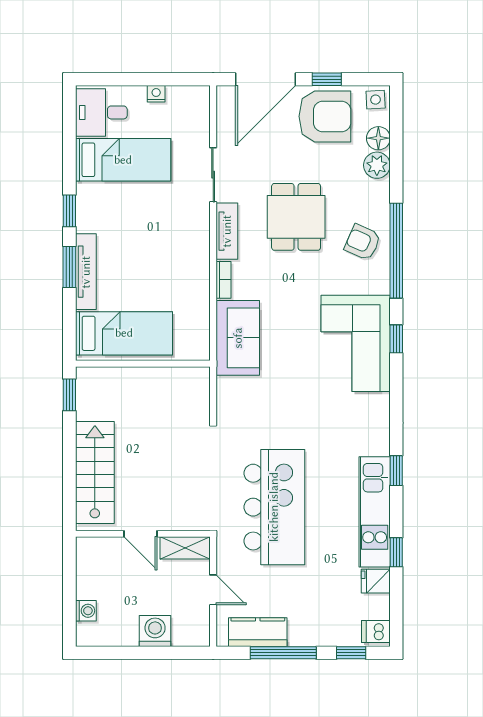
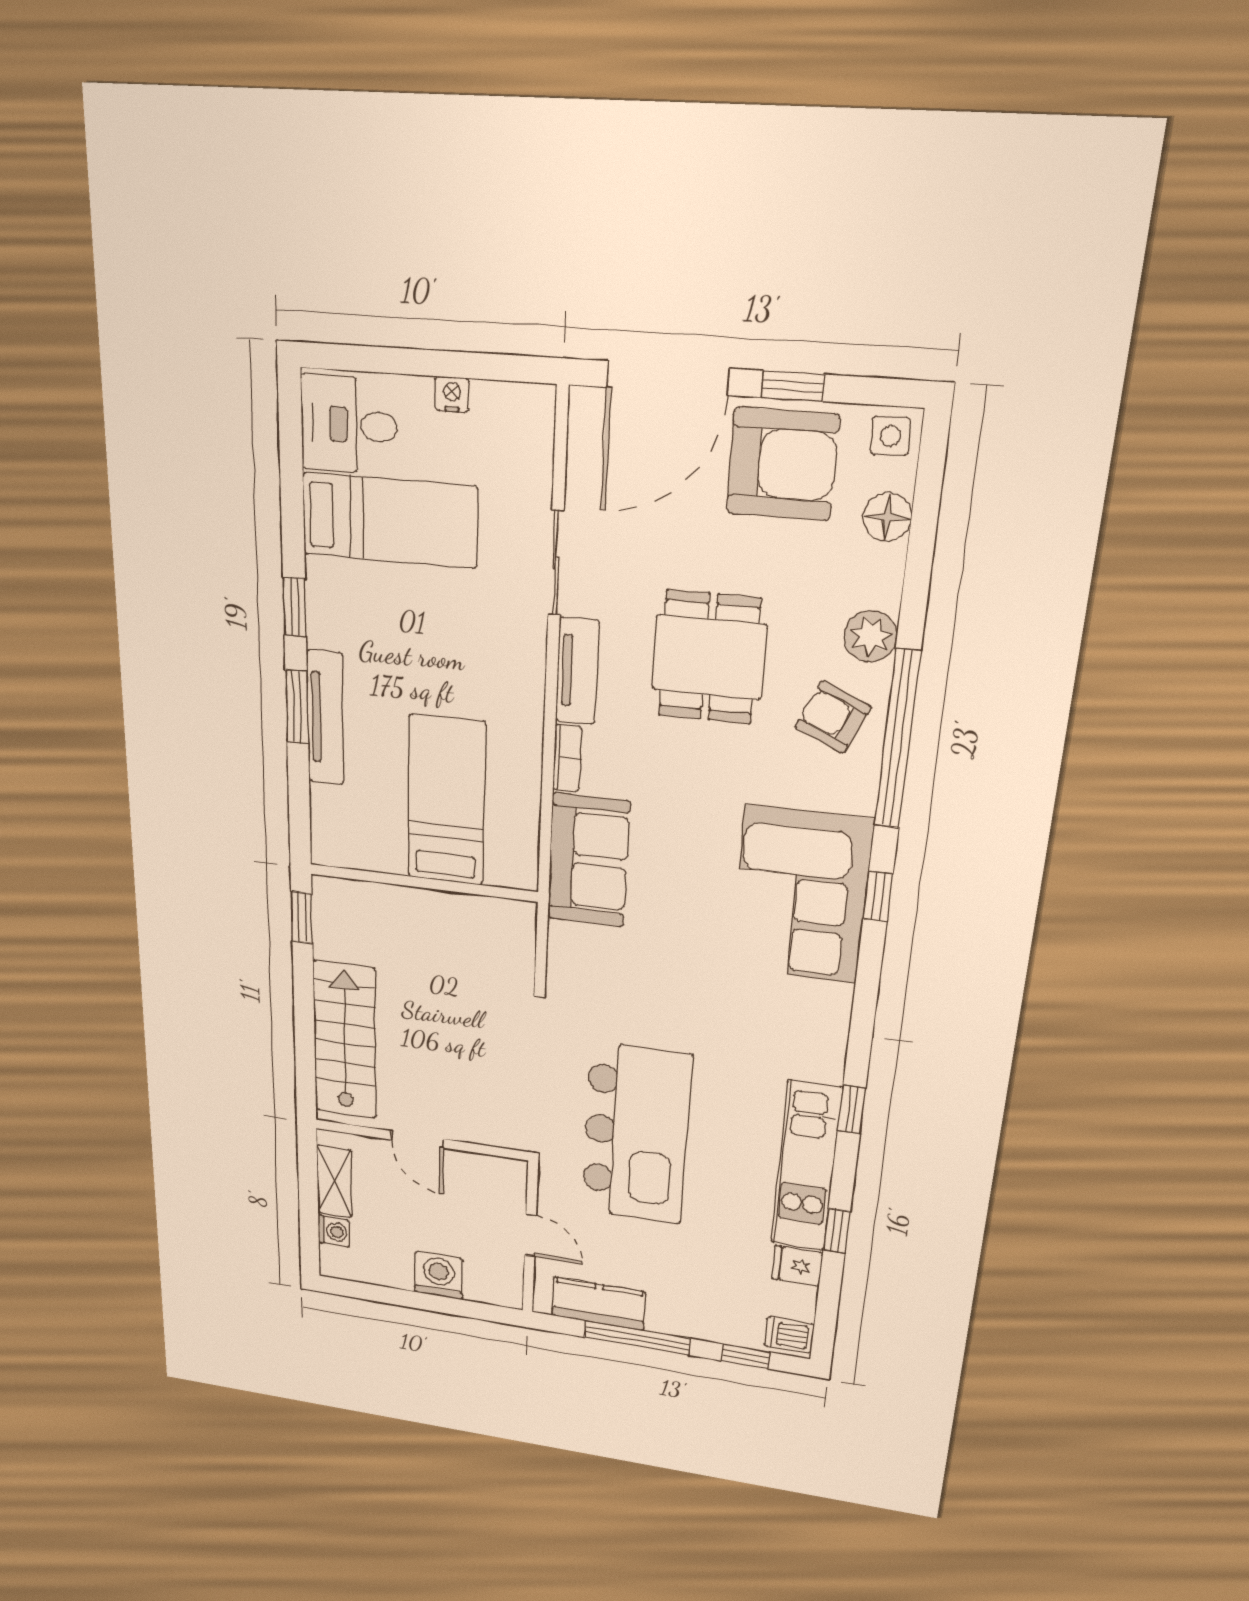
plant: (377, 165) -> (871, 636), moved
bed: (124, 333) -> (446, 801), moved, turned -90
shelving: (185, 548) -> (334, 1181), moved, turned 90

